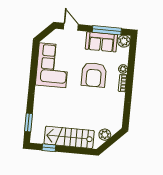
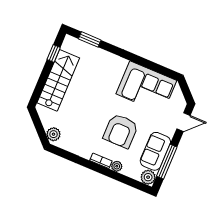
armchair: (94, 75) -> (121, 131), turned -90
plant: (105, 135) -> (54, 134), moved

